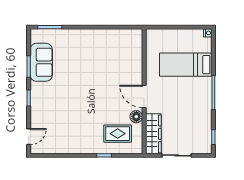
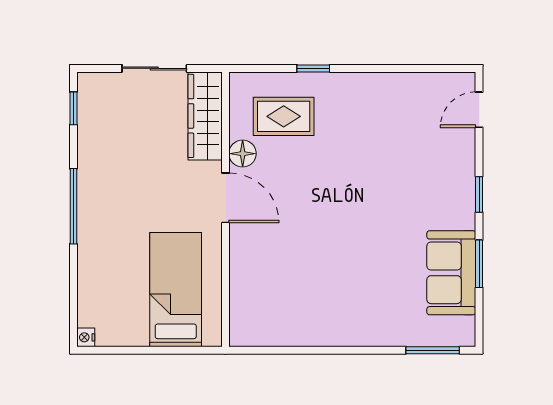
bed: (186, 65) -> (176, 290), moved, turned -90

